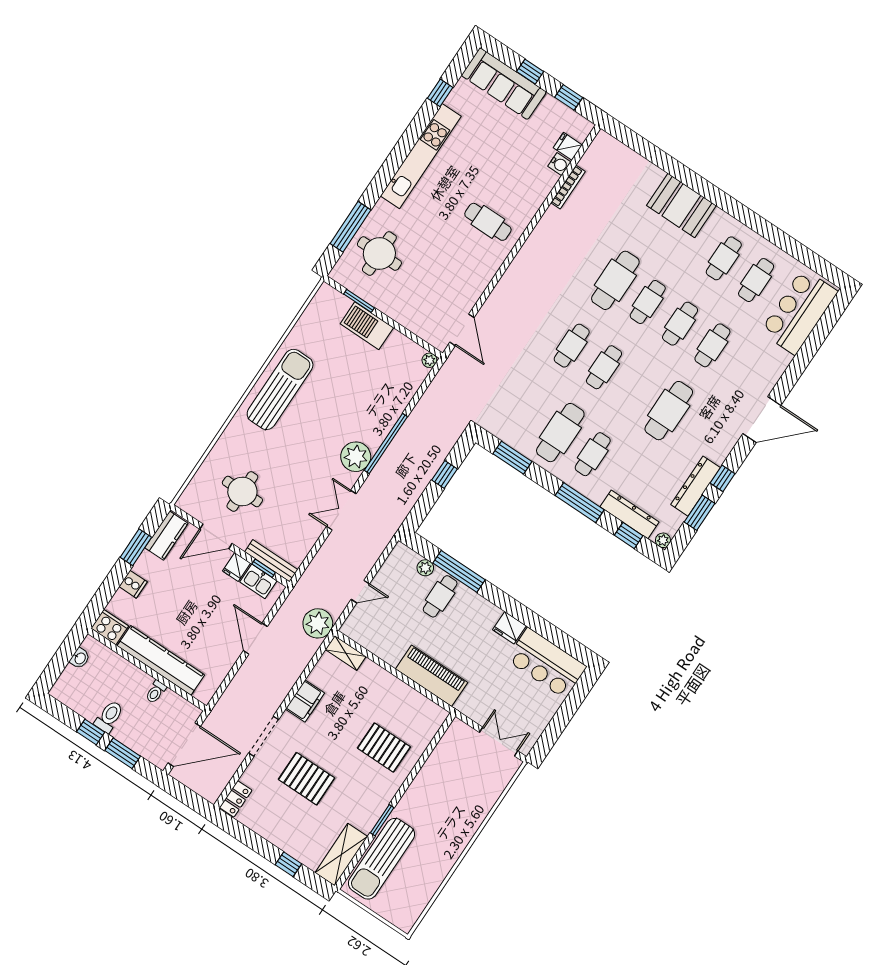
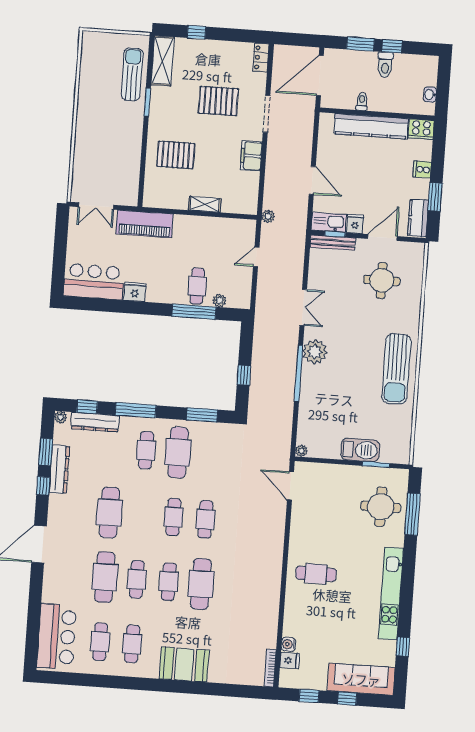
bookcase: (568, 187) -> (270, 668), moved
cafe table: (712, 345) -> (105, 577), width x1.37, depth x1.35
kitchen sink: (258, 581) -> (329, 222), width x1.38
plant: (318, 623) -> (268, 216), width x0.53, depth x0.53
shelving: (346, 653) -> (205, 204), moved
piano: (432, 676) -> (145, 224), moved
sun lounger: (381, 859) -> (132, 74), width x0.73, depth x0.75

